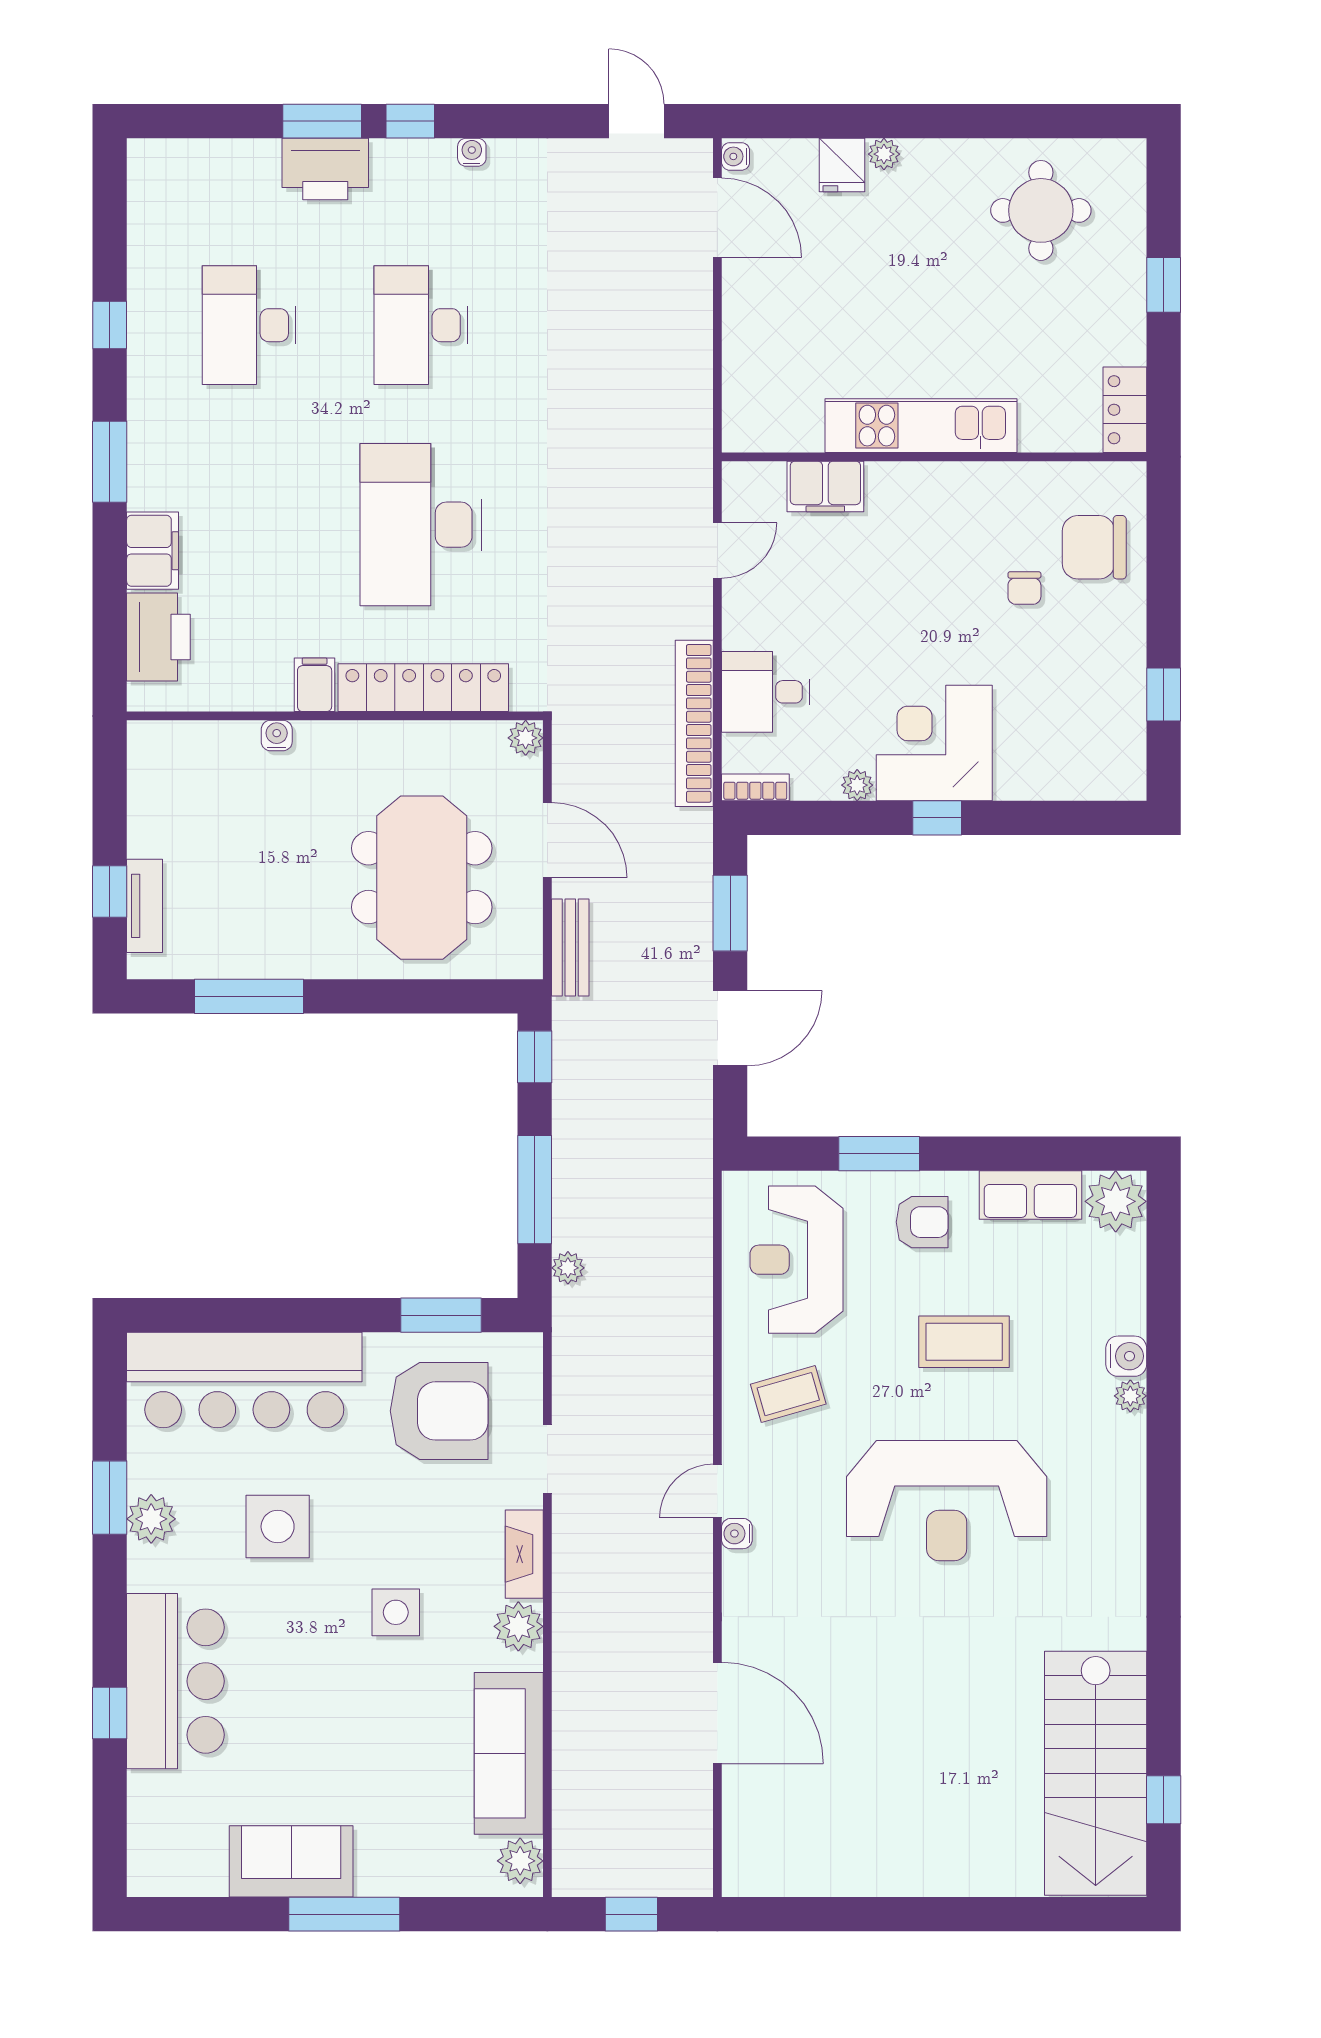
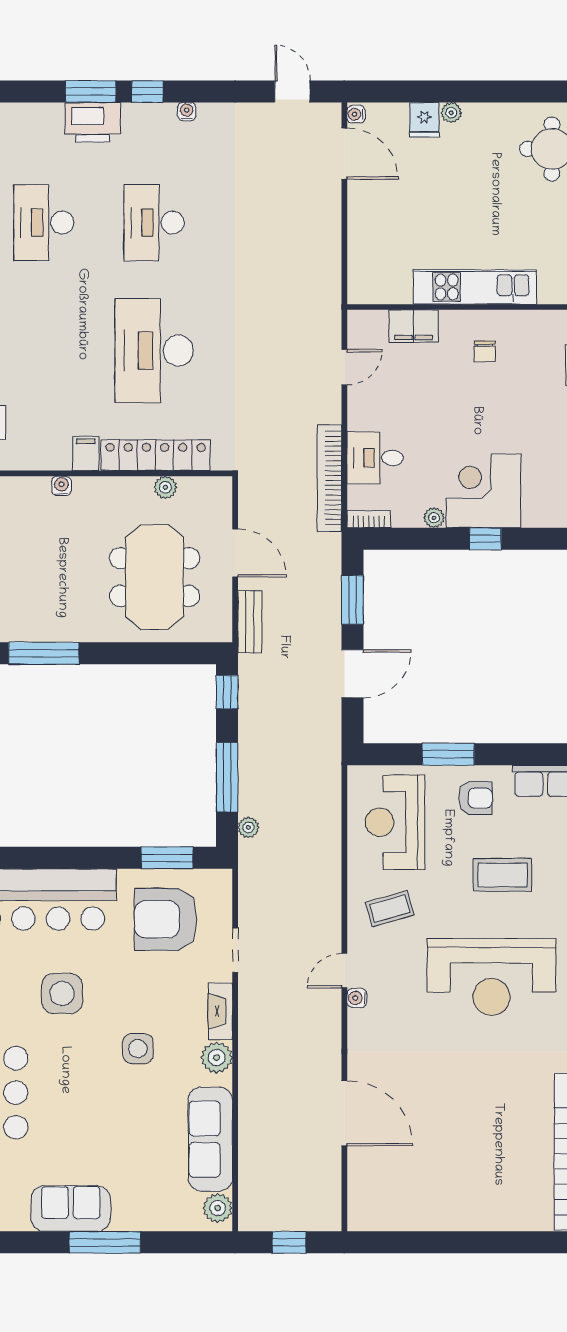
chair: (1024, 588) -> (485, 351), moved
plant: (526, 738) -> (165, 487), moved
armchair: (439, 1411) -> (166, 919), turned 180

